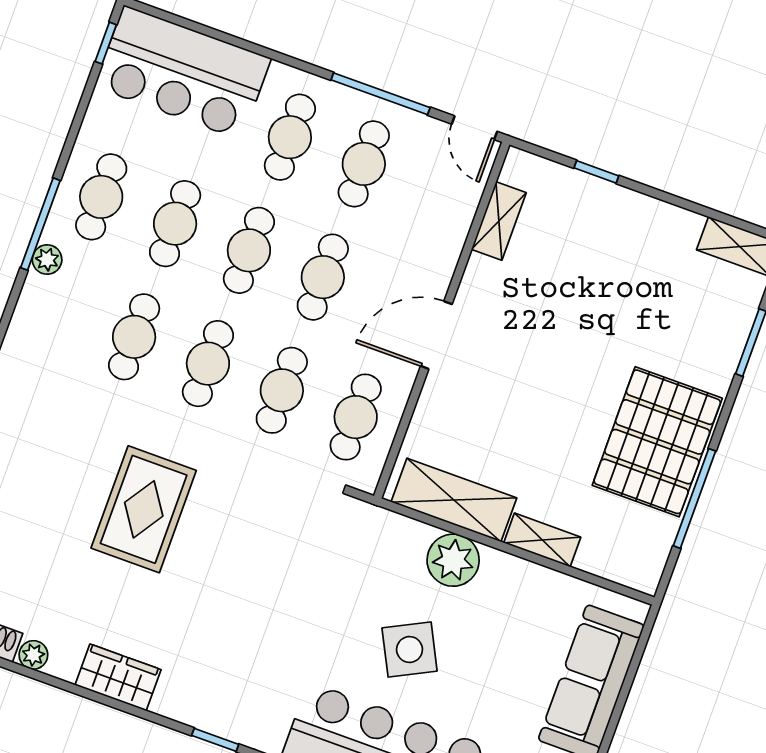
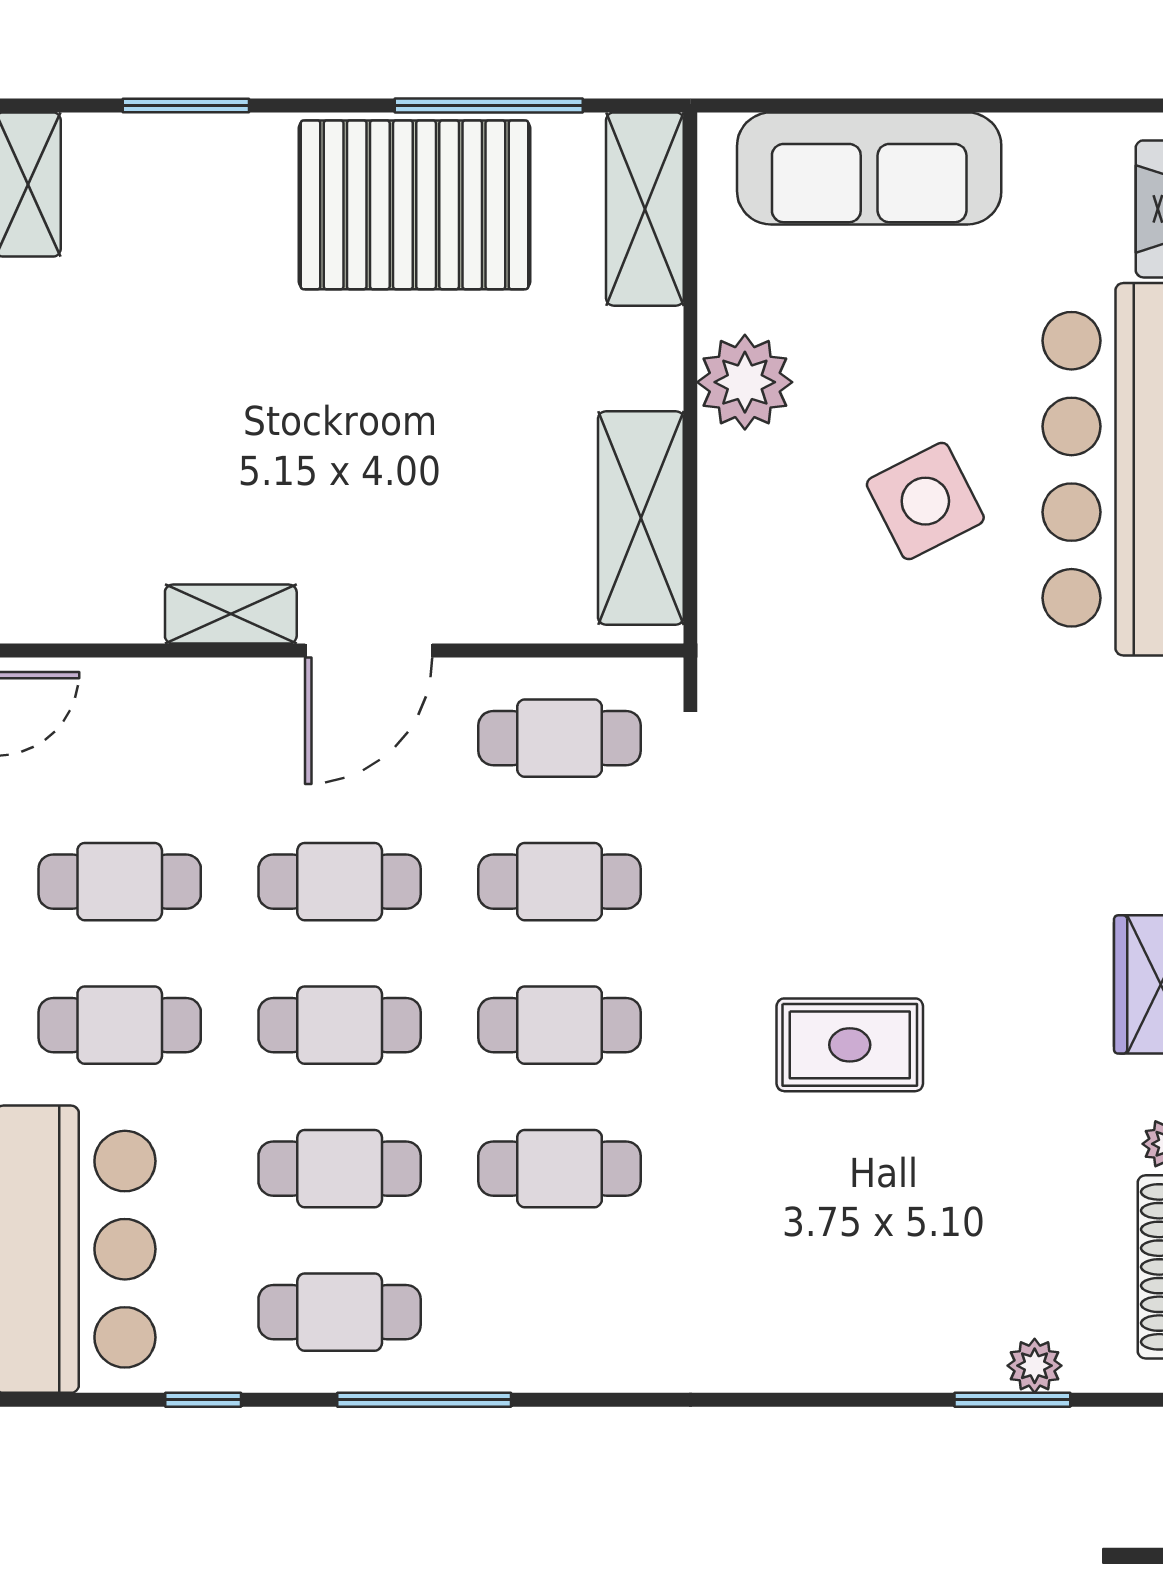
window: (106, 43) -> (203, 1400), moved
shelving: (499, 221) -> (231, 614), moved
plant: (47, 260) -> (481, 1366), removed
door: (436, 335) -> (369, 650), hinge flipped
rug: (144, 509) -> (850, 1045), width x0.73, depth x0.70
shelving: (542, 540) -> (645, 209), moved, width x1.50, depth x1.33
plant: (453, 560) -> (745, 382), moved

